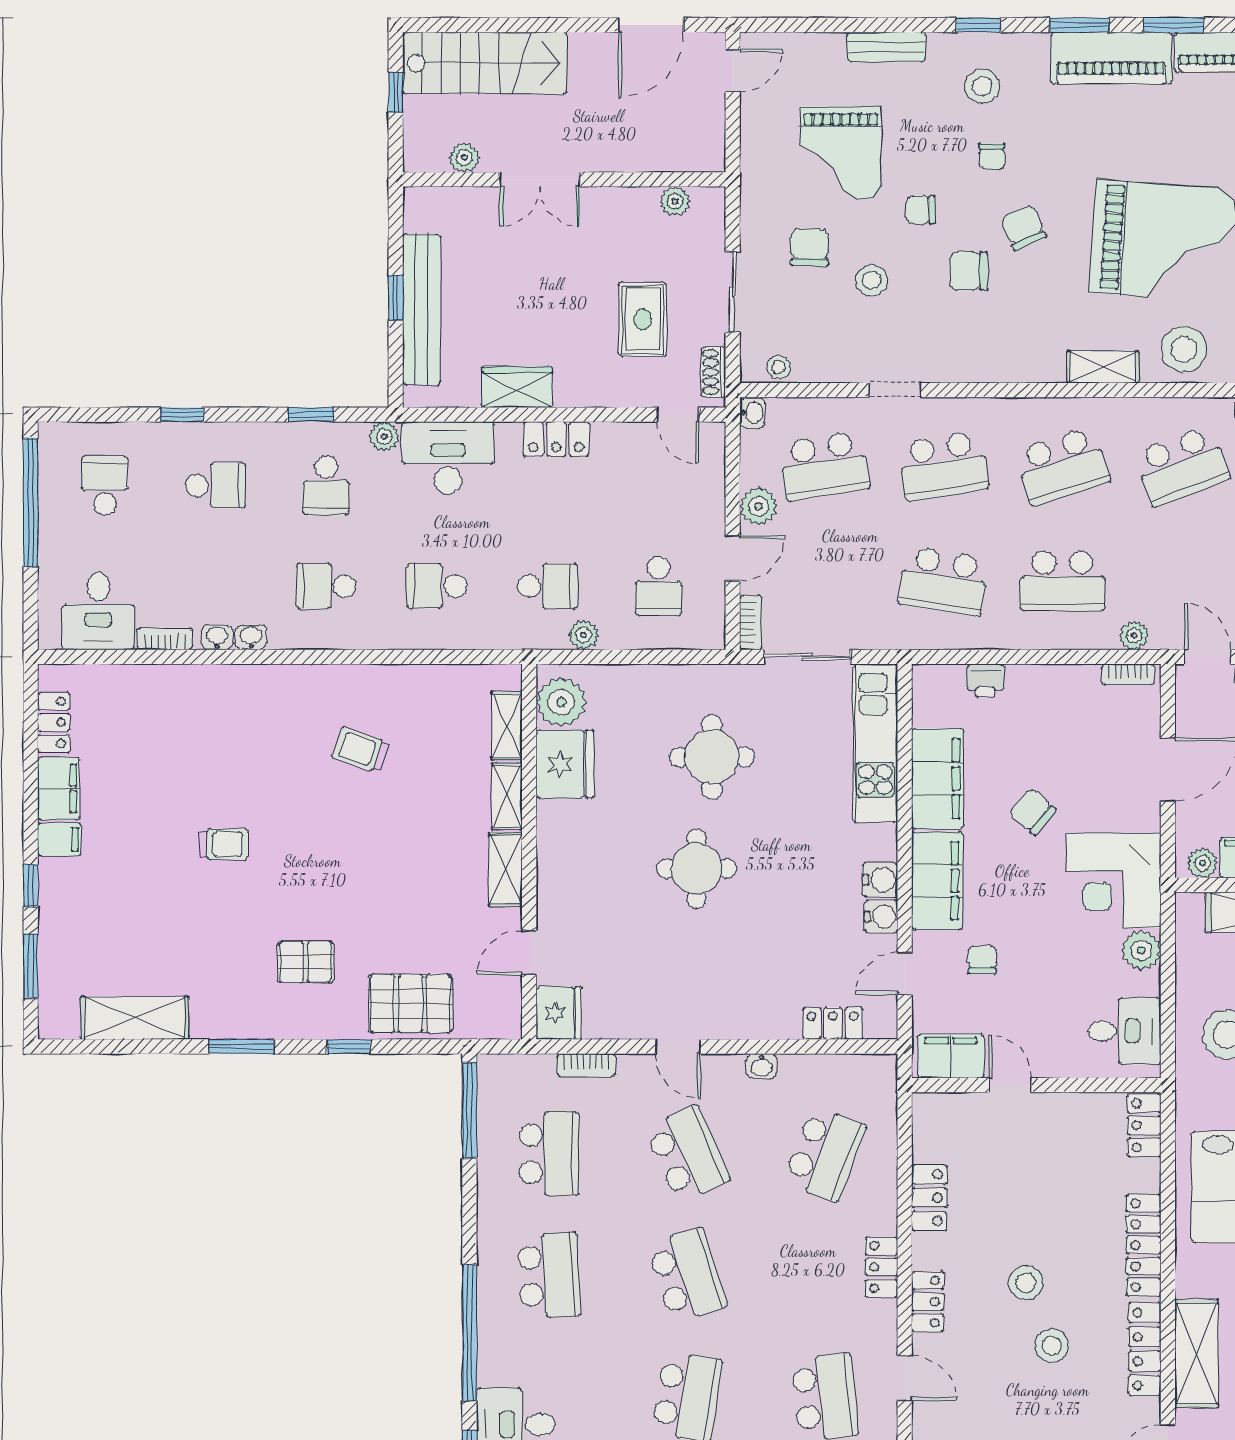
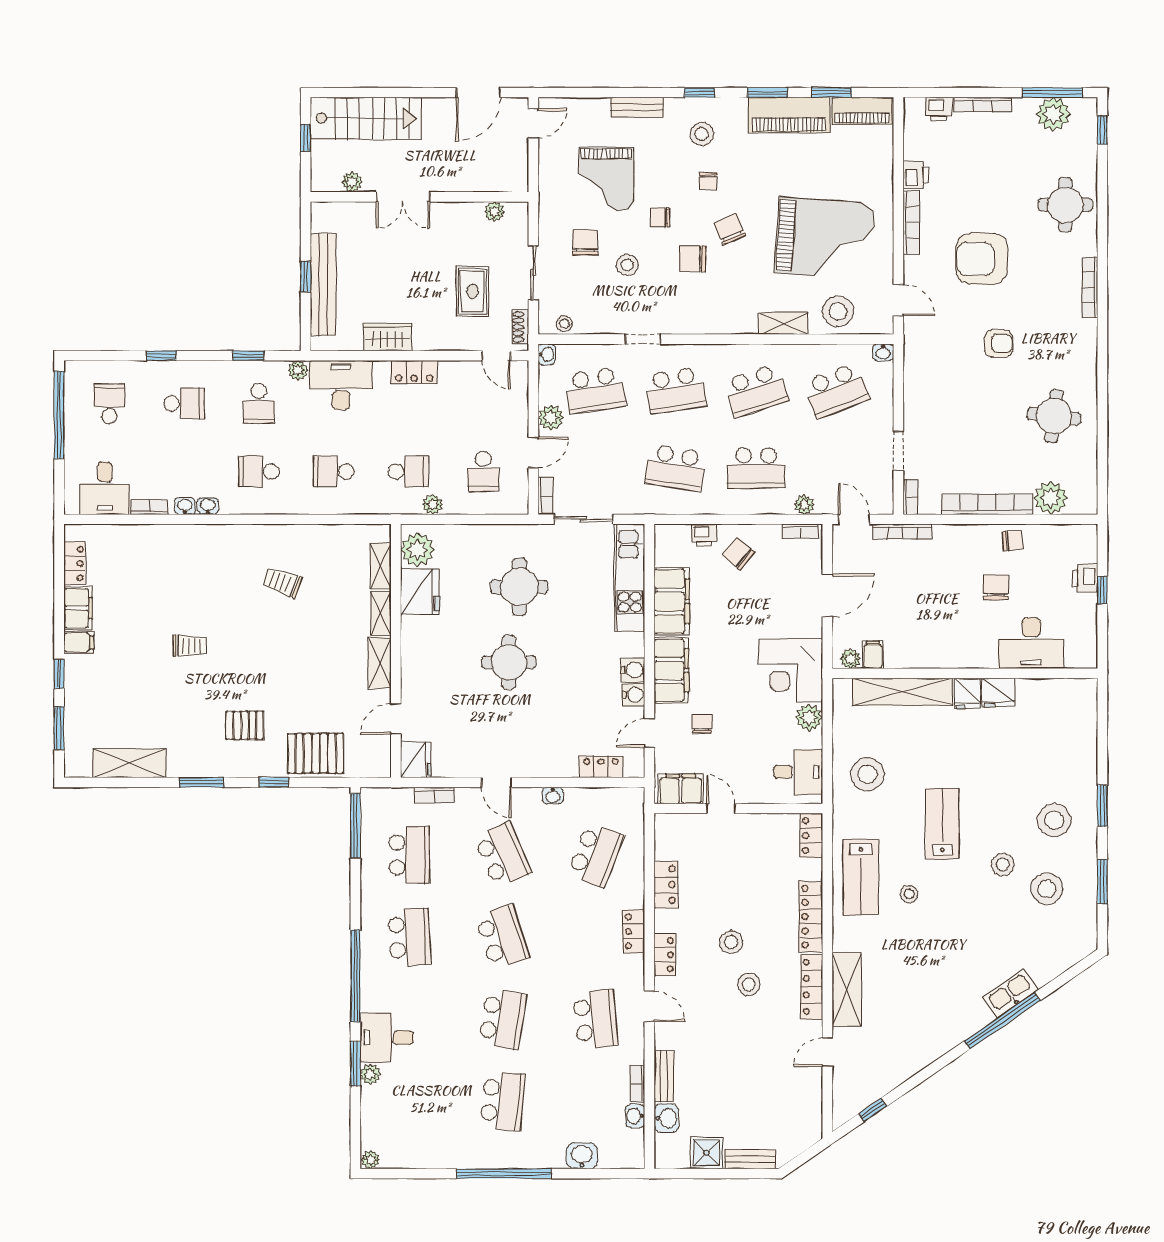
chair: (1032, 811) -> (738, 554), moved

